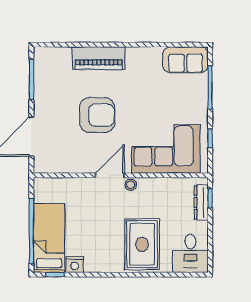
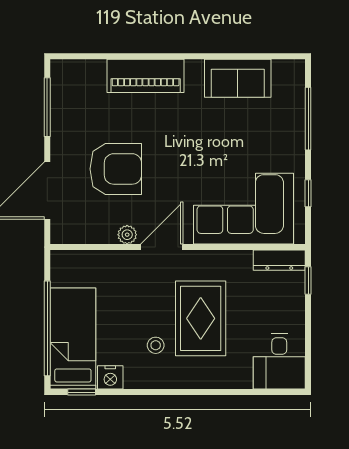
sofa: (185, 60) -> (238, 78), moved
armchair: (97, 115) -> (116, 169), moved
plant: (86, 167) -> (127, 235), added
stool: (131, 185) -> (156, 345), moved
dresser: (201, 202) -> (279, 260), moved, turned -90
rug: (142, 244) -> (201, 318), moved

